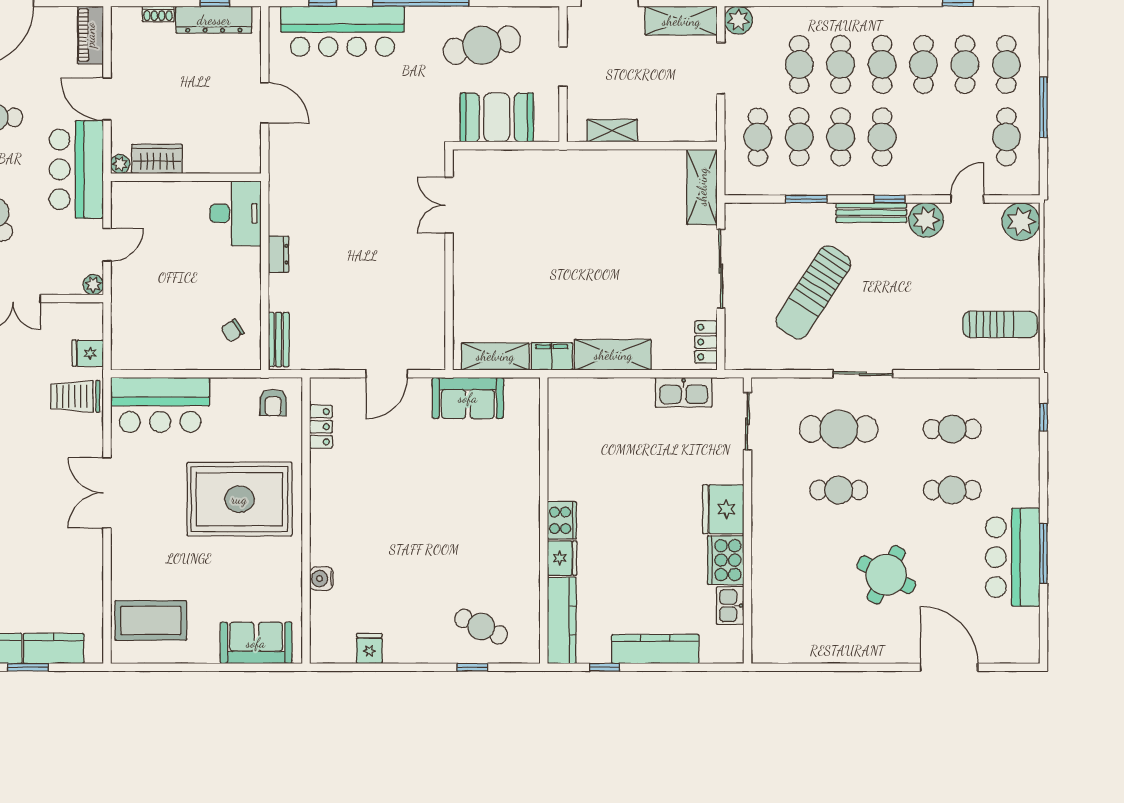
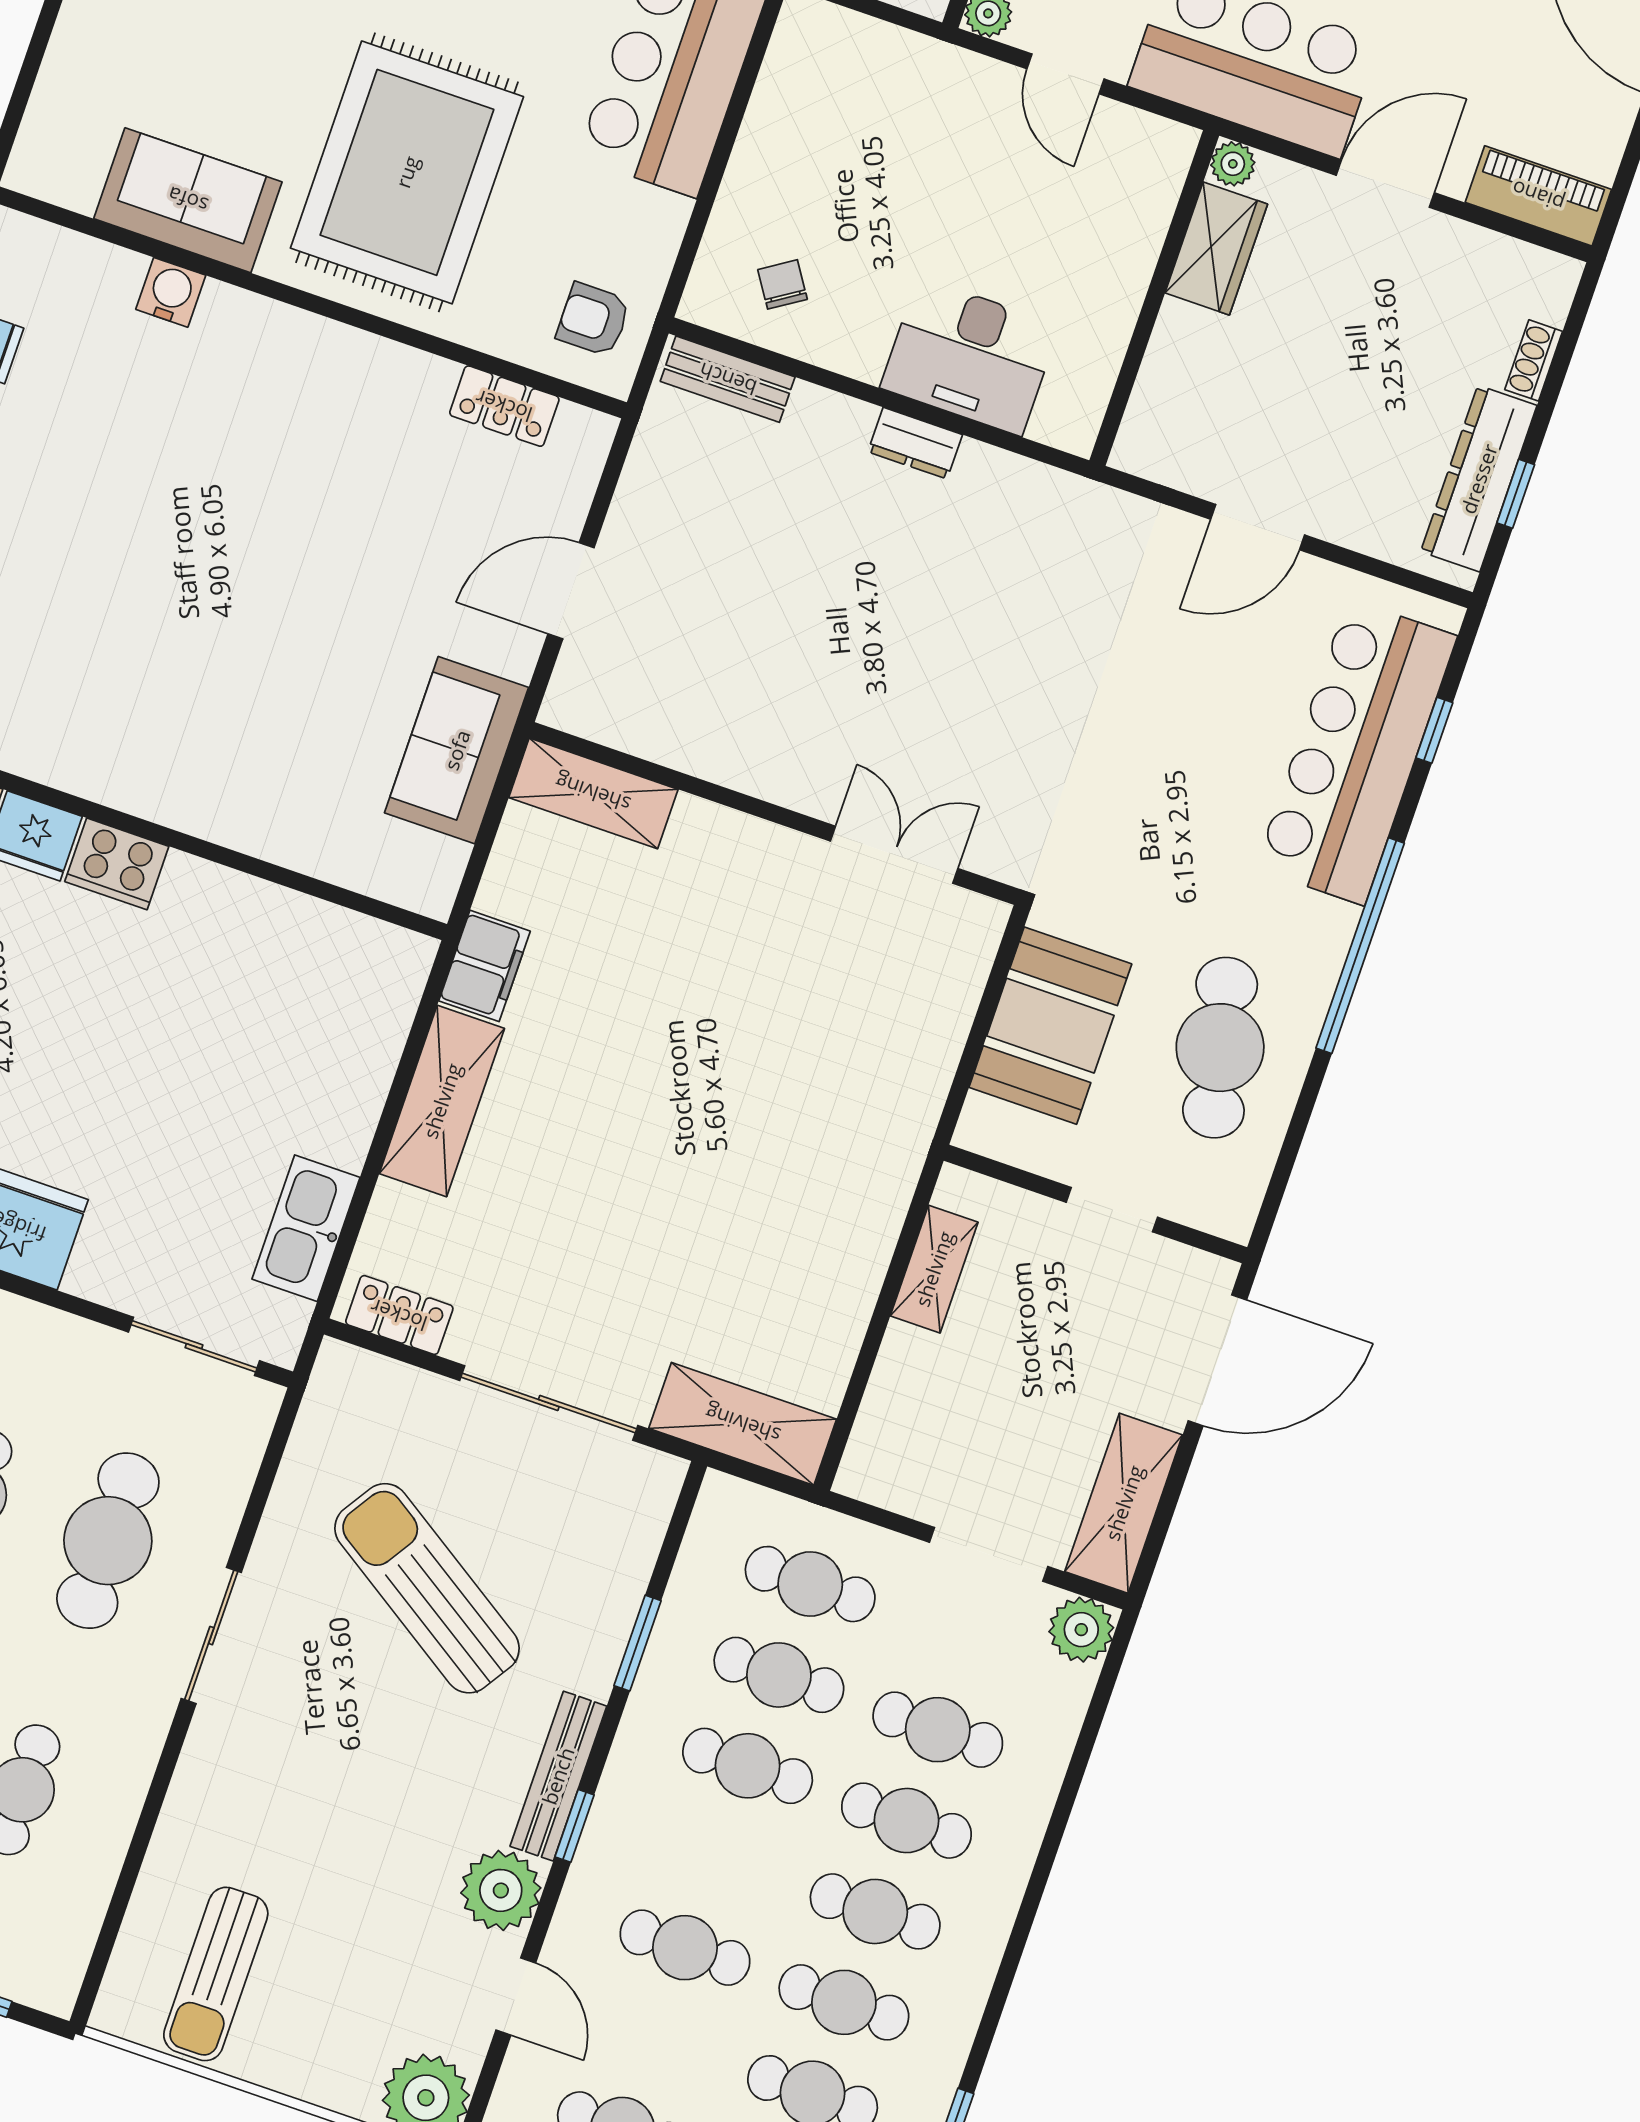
cafe table: (882, 137) -> (685, 1948), moved
desk: (235, 213) -> (970, 356), moved
shelving: (495, 356) -> (593, 793), moved, turned 90
door: (387, 374) -> (571, 591), hinge flipped
sofa: (256, 643) -> (188, 200), moved, turned -90

